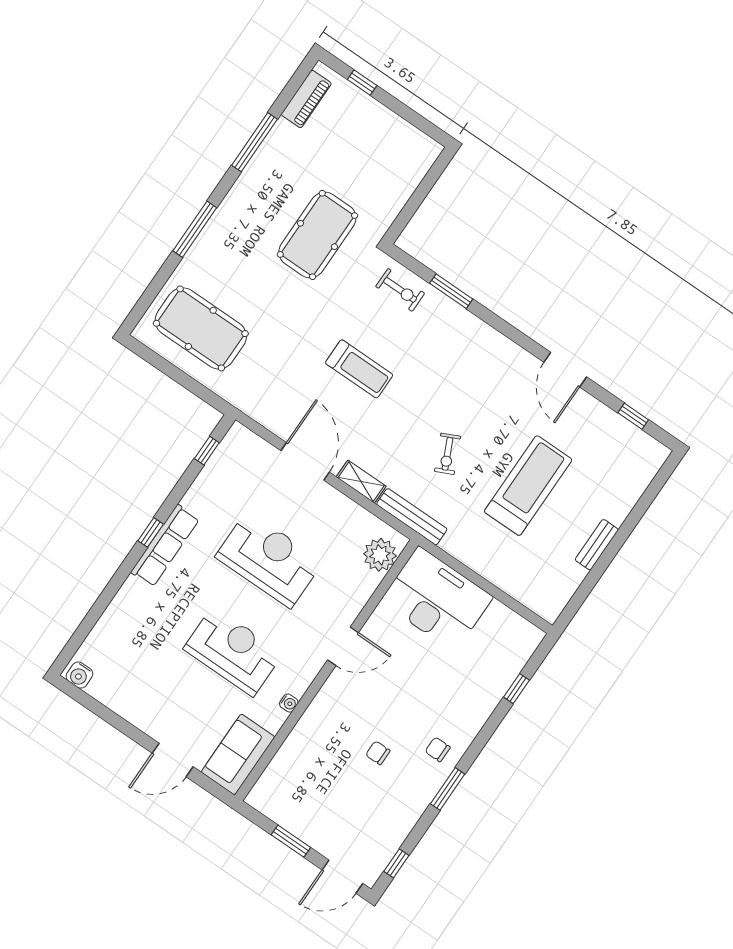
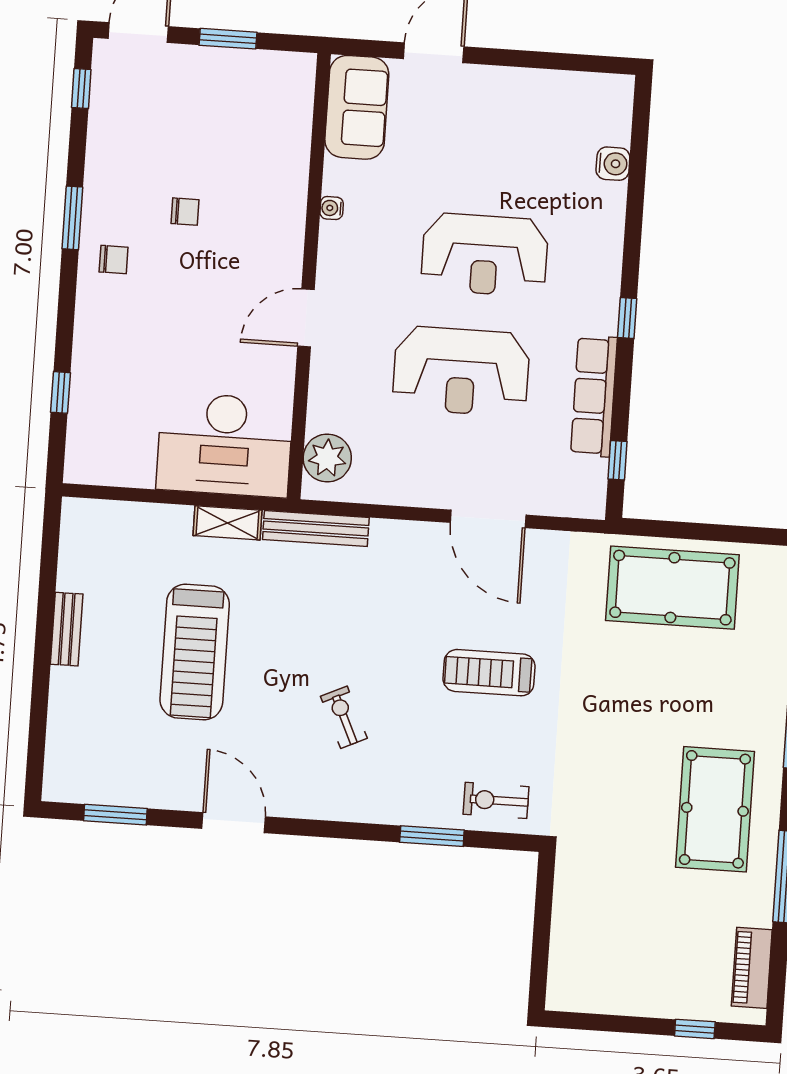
pool table: (317, 235) -> (715, 809), moved
pool table: (201, 328) -> (672, 588), moved
window: (633, 416) -> (115, 815), width x1.50
exercise bike: (447, 454) -> (344, 717), moved
shelving: (361, 482) -> (228, 523), moved
row of seats: (165, 546) -> (594, 396), moved
reception desk: (233, 651) -> (485, 255), moved
water cooler: (79, 675) -> (613, 164), moved, turned 90

